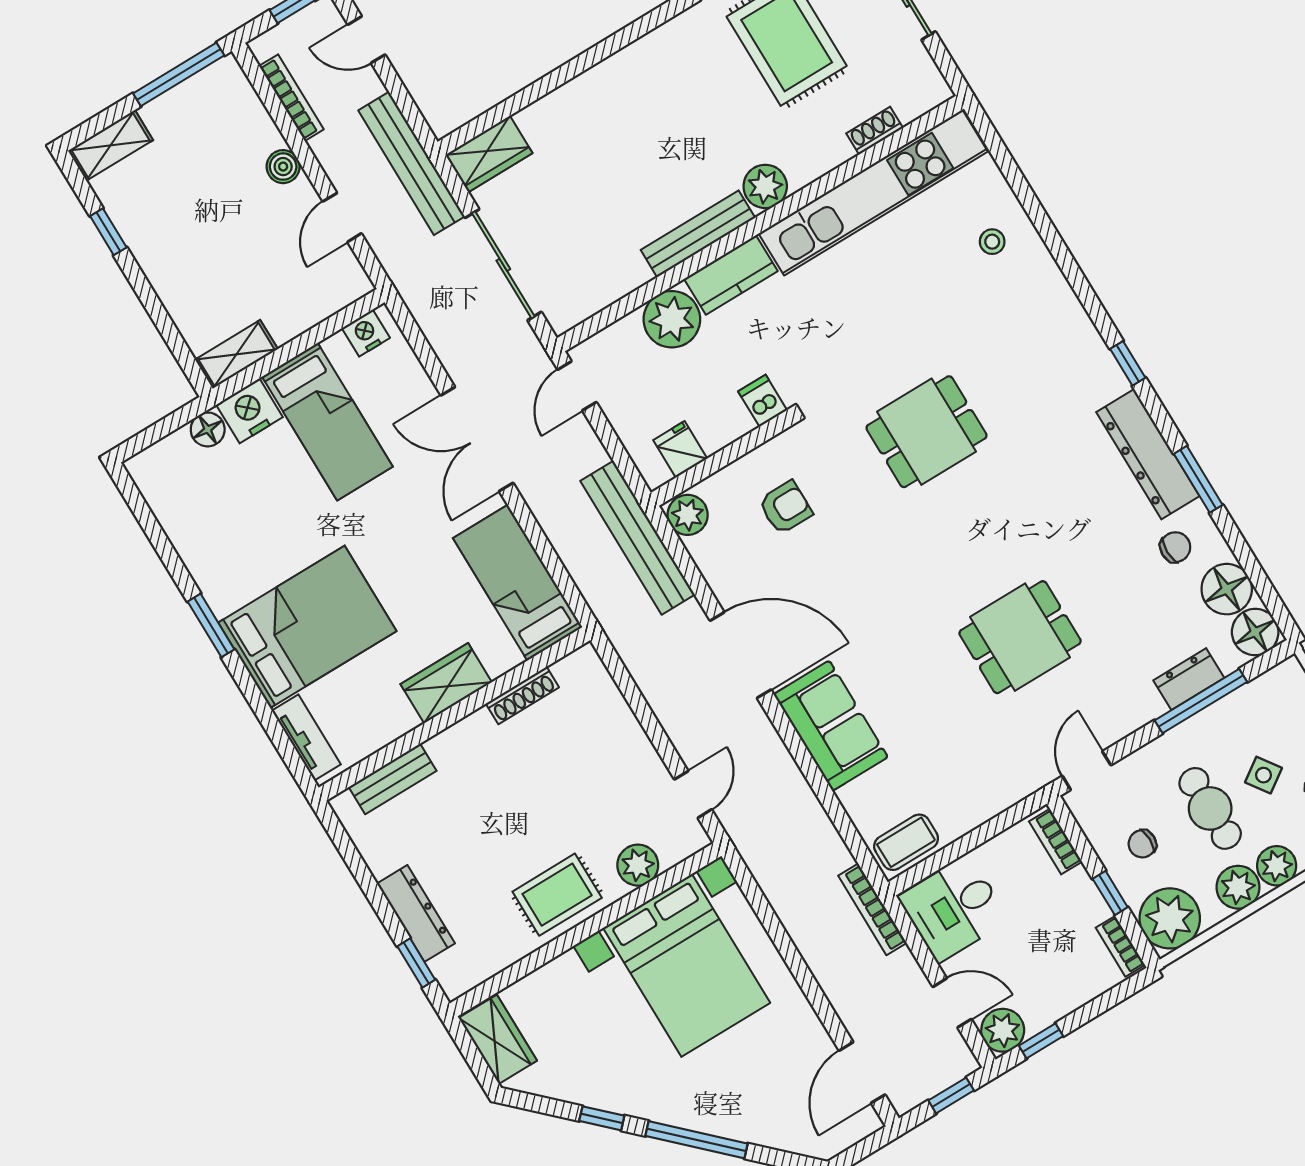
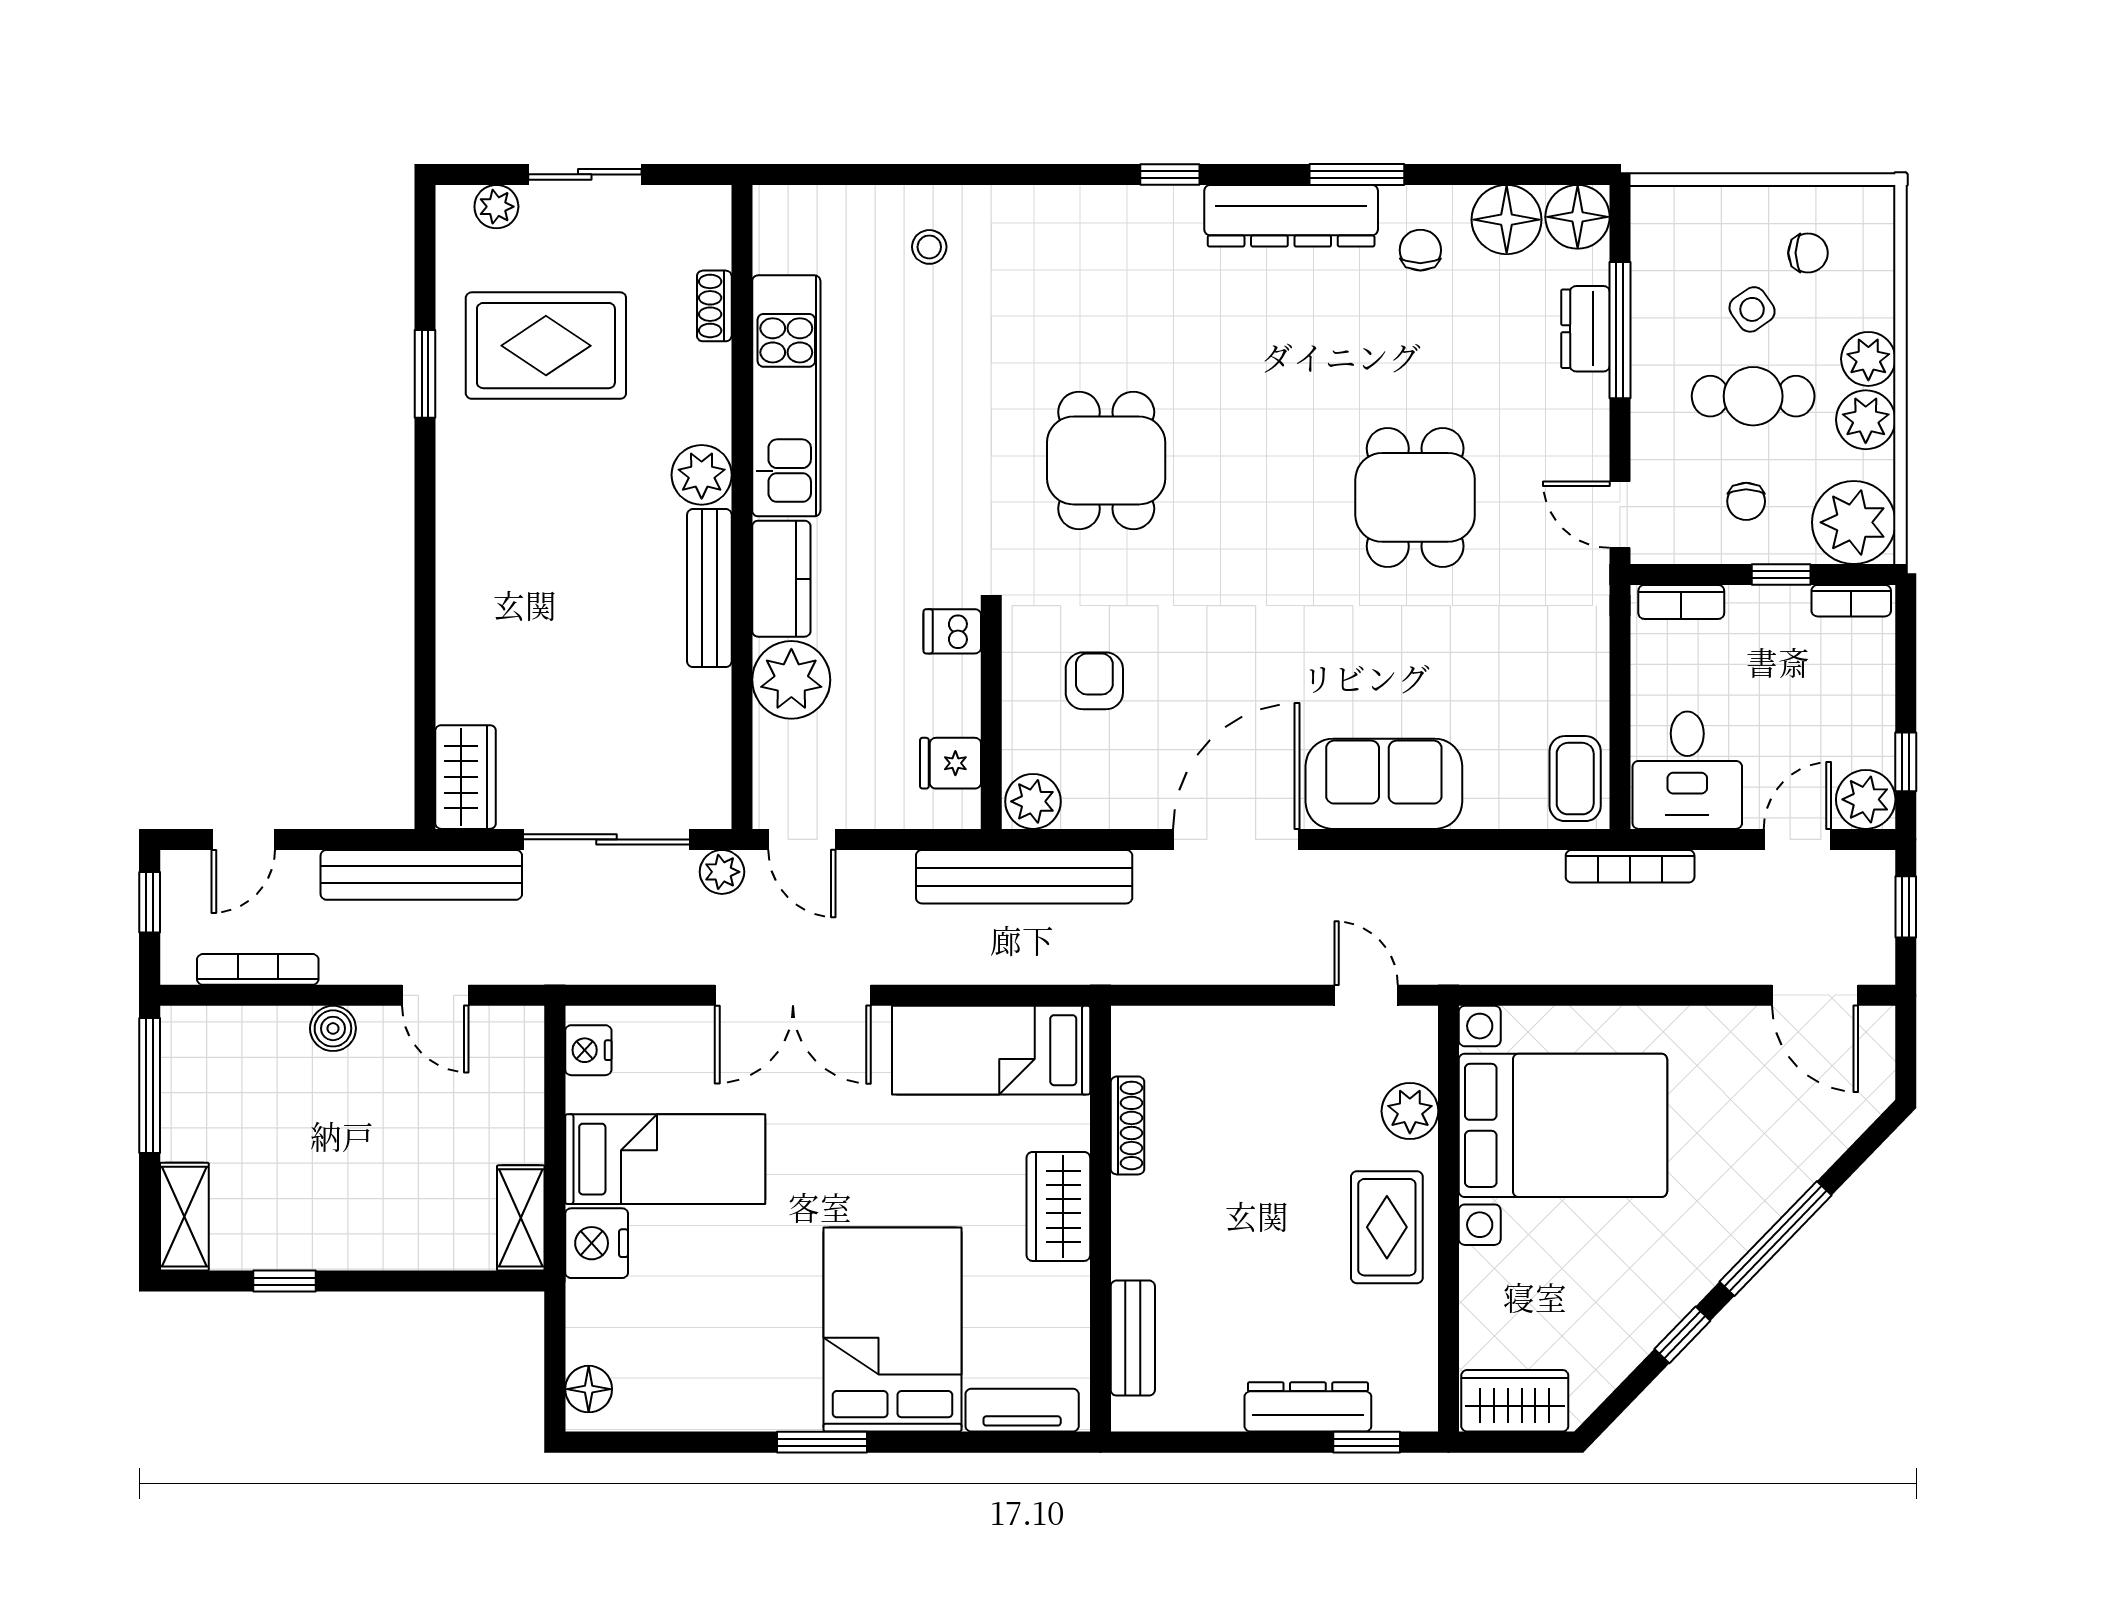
kitchen unit: (873, 193) -> (786, 396), width x0.73
plant: (527, 349) -> (722, 872), added
floor lamp: (208, 429) -> (589, 1389), moved

